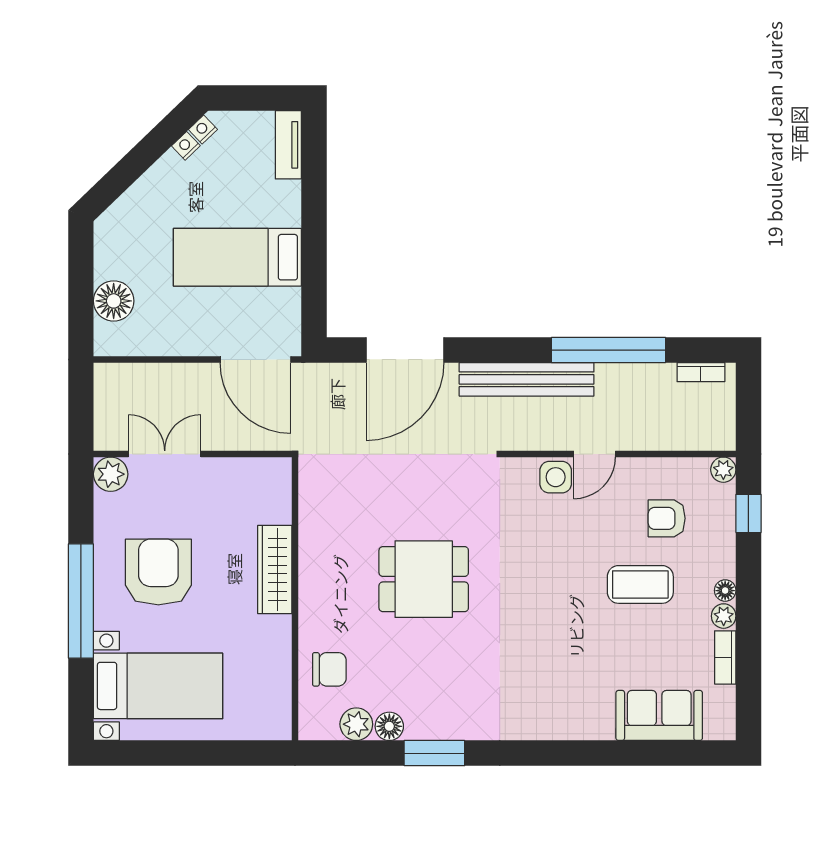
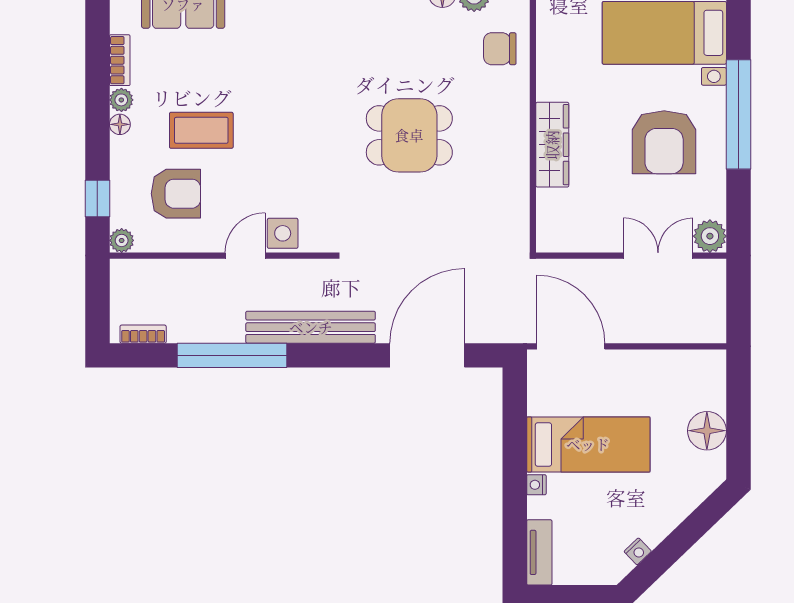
nightstand: (203, 129) -> (536, 485), moved, turned 134
floor lamp: (114, 301) -> (707, 431), moved
double door: (165, 454) -> (658, 256), swing flipped
armchair: (667, 518) -> (176, 194), width x1.38, depth x1.38

